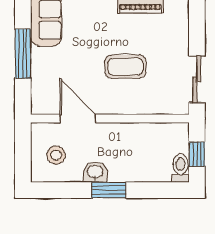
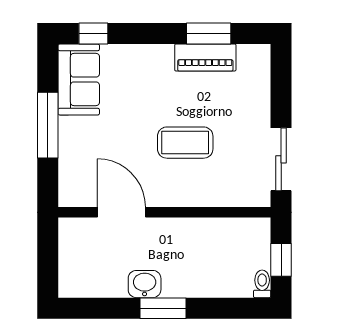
stool: (56, 155) -> (92, 261), removed
toilet: (180, 168) -> (262, 284), width x0.73, depth x0.72

